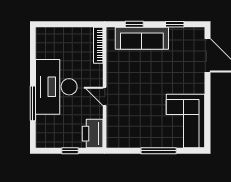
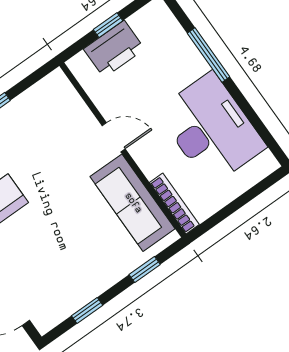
sofa: (142, 38) -> (133, 203), moved, turned -90
desk: (56, 87) -> (211, 129), moved
printer: (93, 134) -> (114, 49), moved, turned 90

